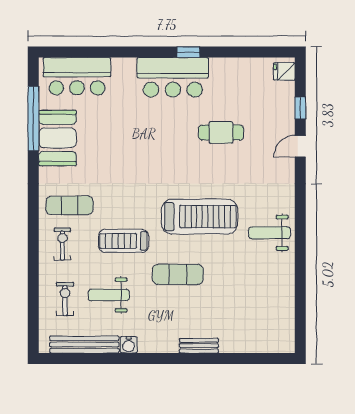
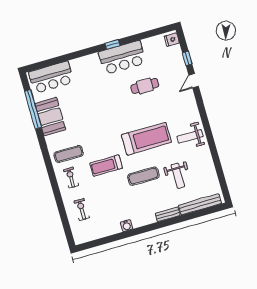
bar counter: (173, 77) -> (122, 58), moved
weight bench: (109, 295) -> (178, 176), moved, turned -90
bench: (84, 345) -> (200, 204), moved

